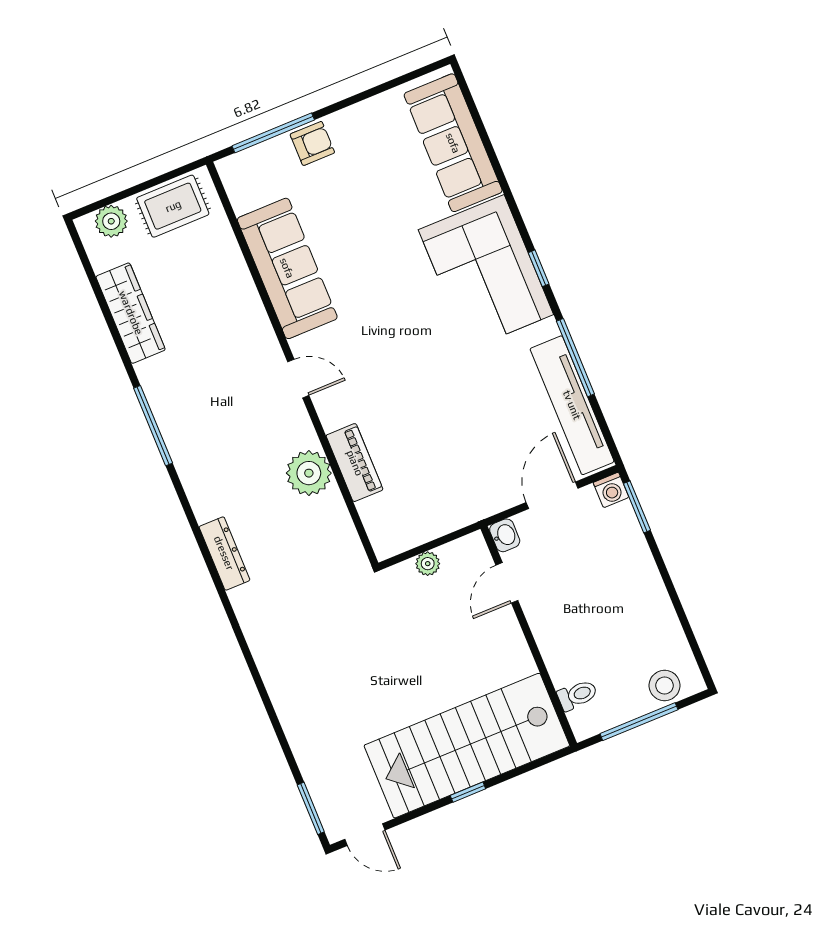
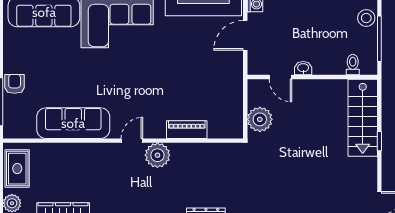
plant: (309, 473) -> (157, 155), moved
door: (552, 495) -> (245, 35), hinge flipped
washbasin: (505, 535) -> (303, 68), moved
plant: (428, 564) -> (260, 119), width x1.87, depth x1.87
stairs: (467, 746) -> (363, 118), width x0.73, depth x0.66

